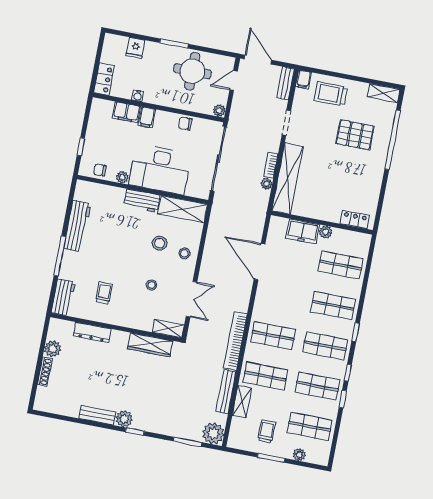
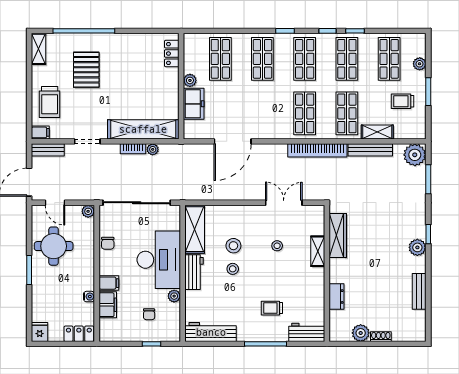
fridge: (135, 48) -> (40, 332), moved, turned -90
chair: (100, 170) -> (149, 314), moved
workbench: (77, 226) -> (211, 332), moved
stool: (184, 253) -> (233, 269), moved
trolley: (104, 293) -> (272, 308), moved
shelving: (168, 328) -> (318, 251), moved
dresser: (92, 332) -> (337, 297), width x0.70
shoe rack: (45, 372) -> (381, 337), width x0.70
bench: (97, 415) -> (419, 291), moved

